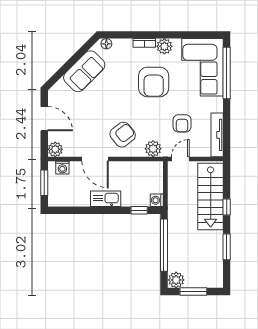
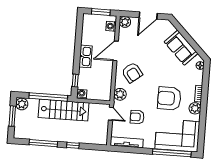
stairs: (211, 196) -> (64, 110), moved, turned 180
window: (227, 247) -> (43, 143), width x1.44

